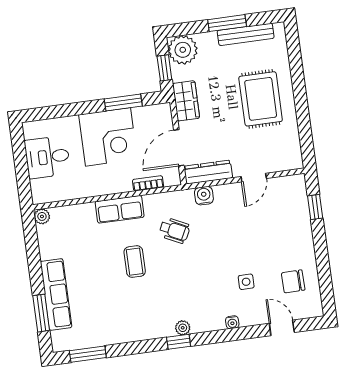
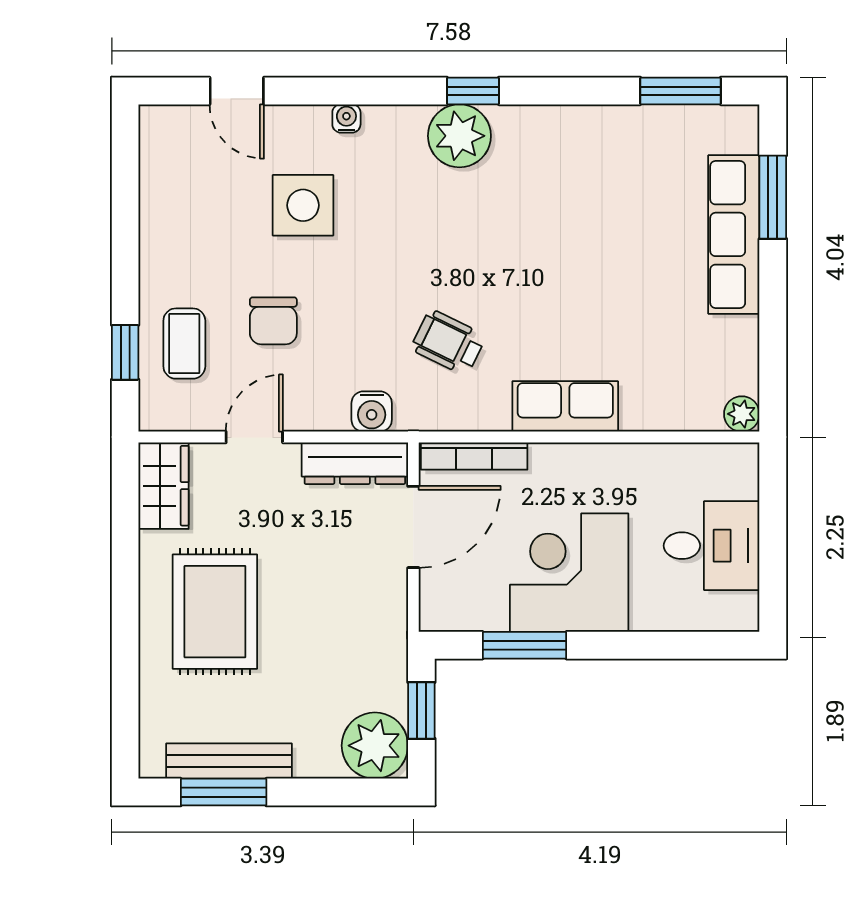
window: (227, 23) -> (224, 792), moved
wardrobe: (186, 101) -> (164, 486), moved, turned 180
bookcase: (148, 183) -> (474, 456), width x1.56
coffee table: (135, 262) -> (184, 344), moved
chair: (293, 281) -> (273, 321), moved, turned 91
side table: (246, 282) -> (303, 205), width x1.87, depth x1.87
plant: (183, 328) -> (459, 136), width x1.88, depth x1.88

